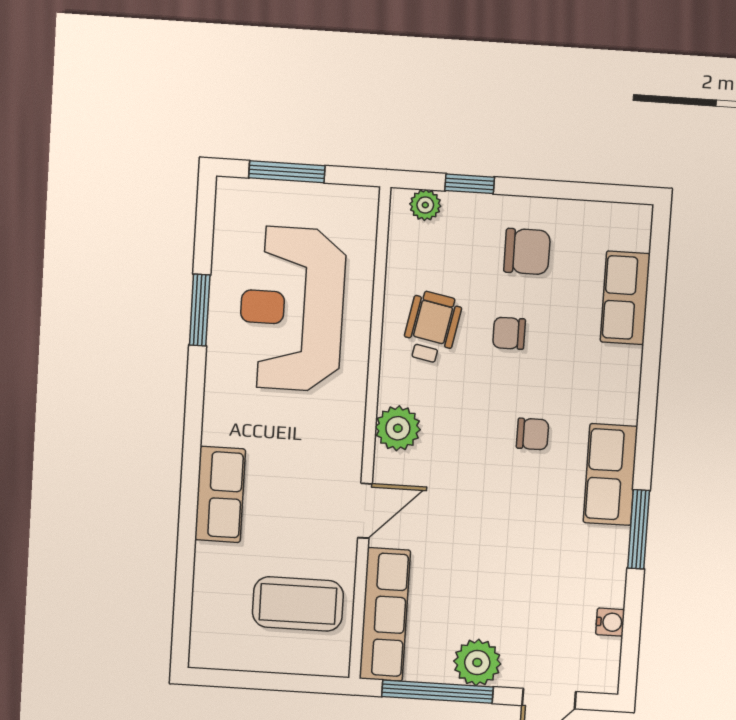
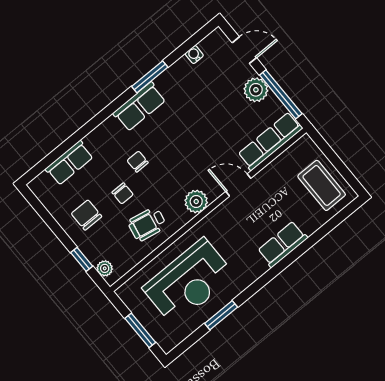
chair: (533, 434) -> (138, 162), moved
coffee table: (298, 604) -> (322, 185), moved

